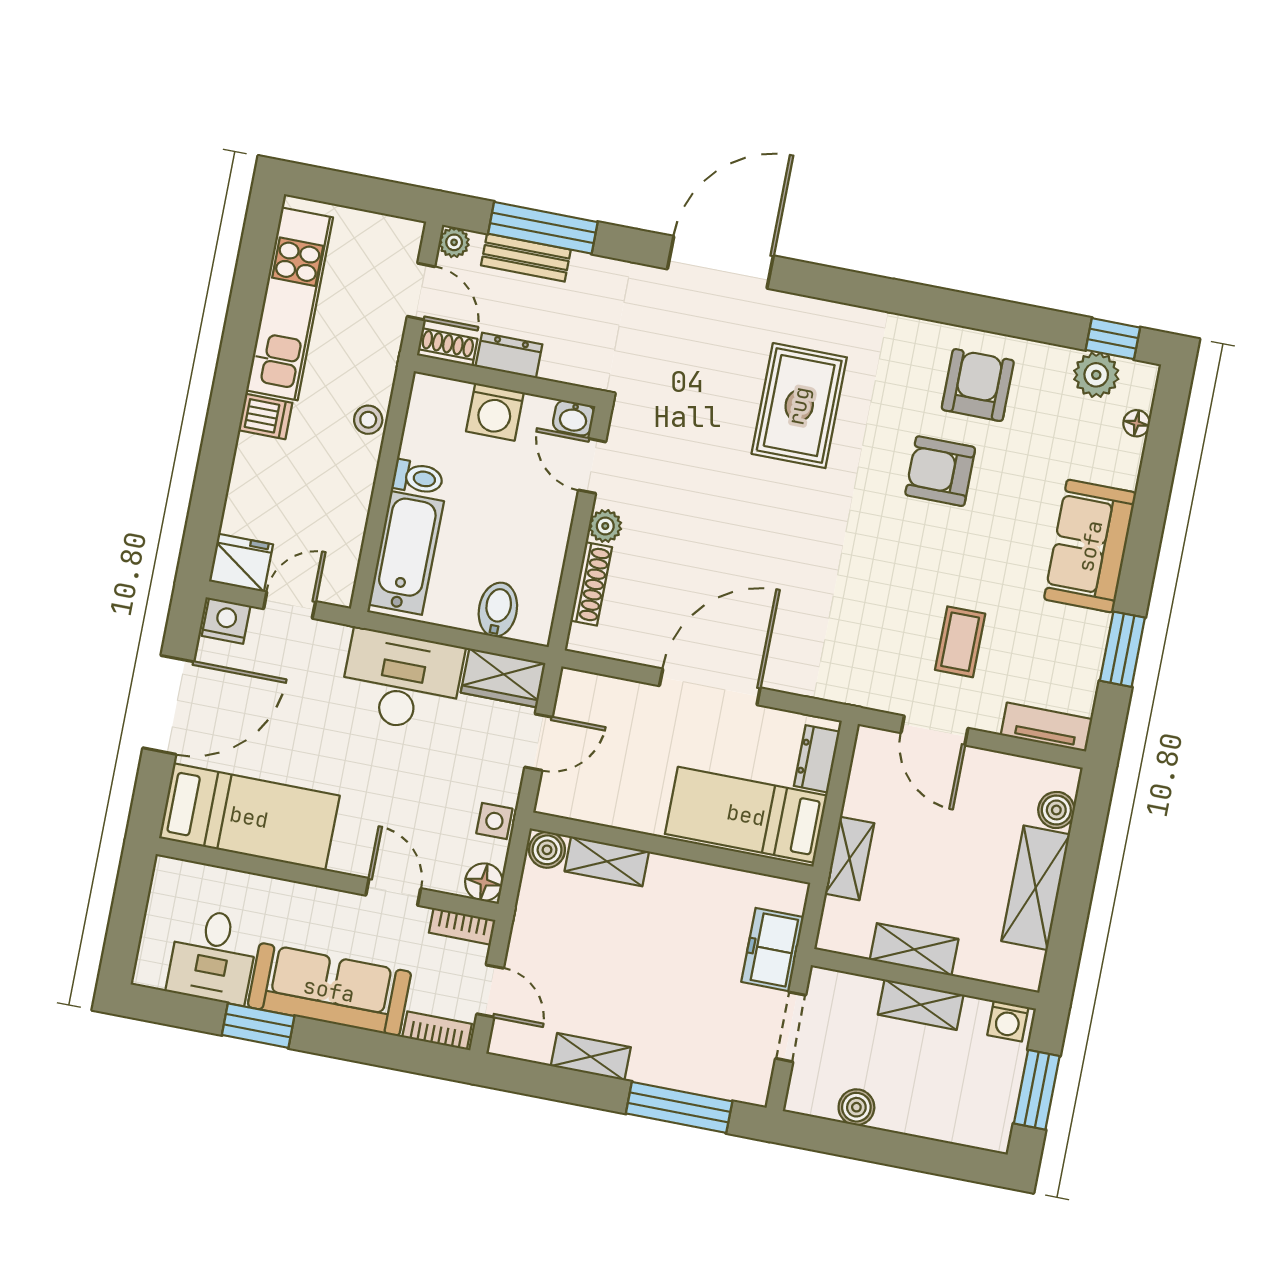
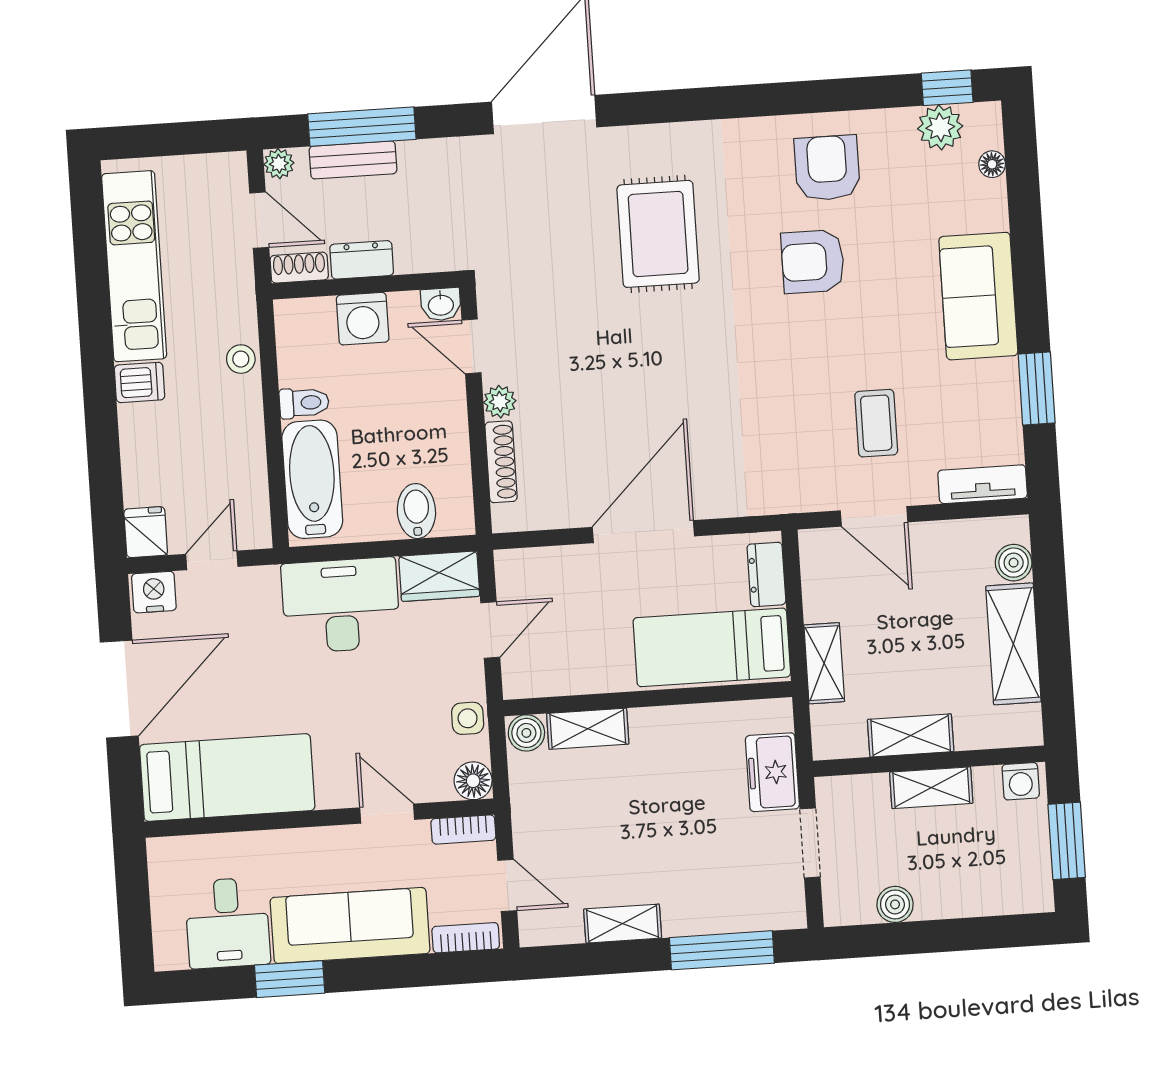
fridge: (241, 563) -> (146, 532), width x0.72

